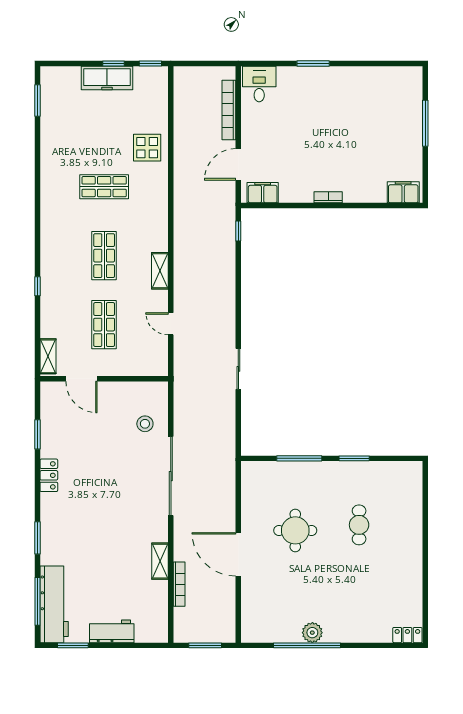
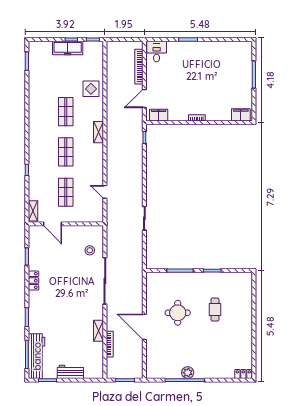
shop shelf: (104, 187) -> (66, 112), turned 90
shelving: (160, 271) -> (98, 132), moved

